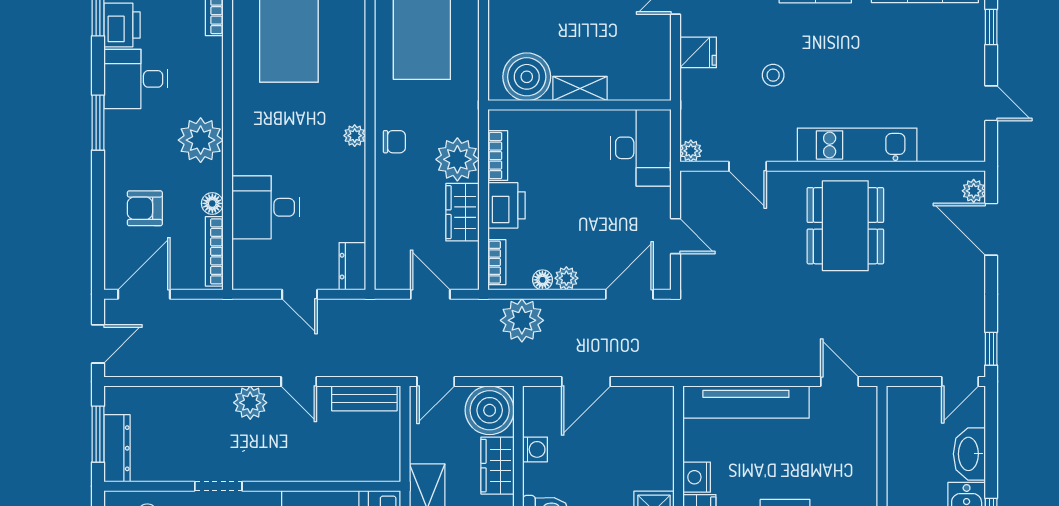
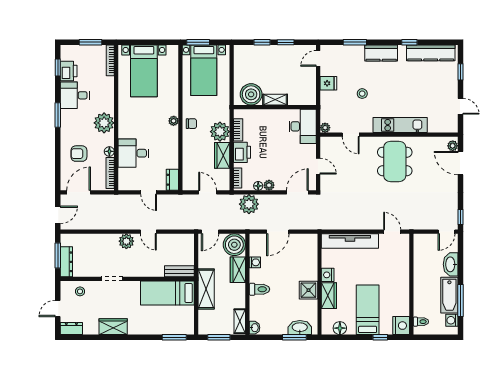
bench: (364, 398) -> (179, 271), moved

